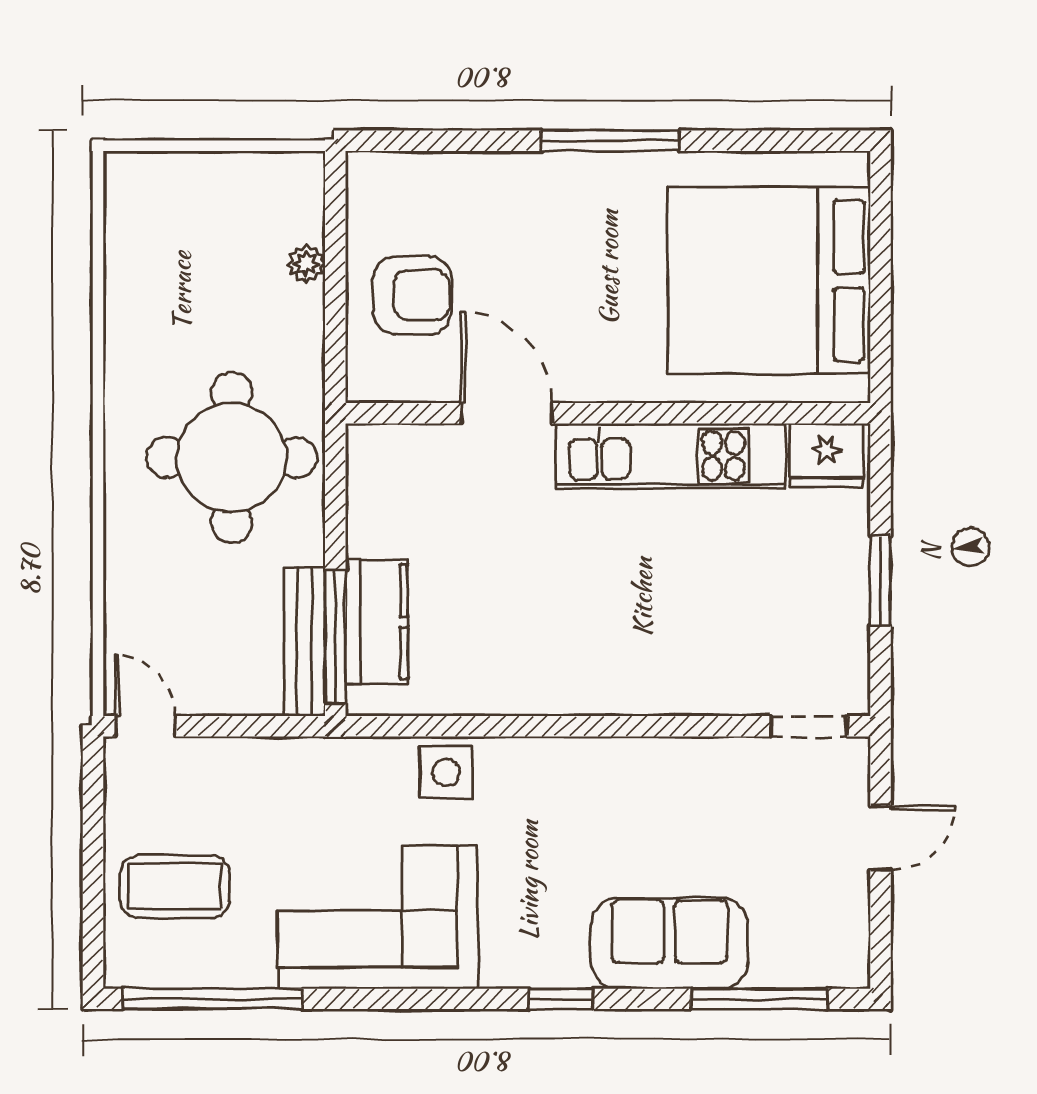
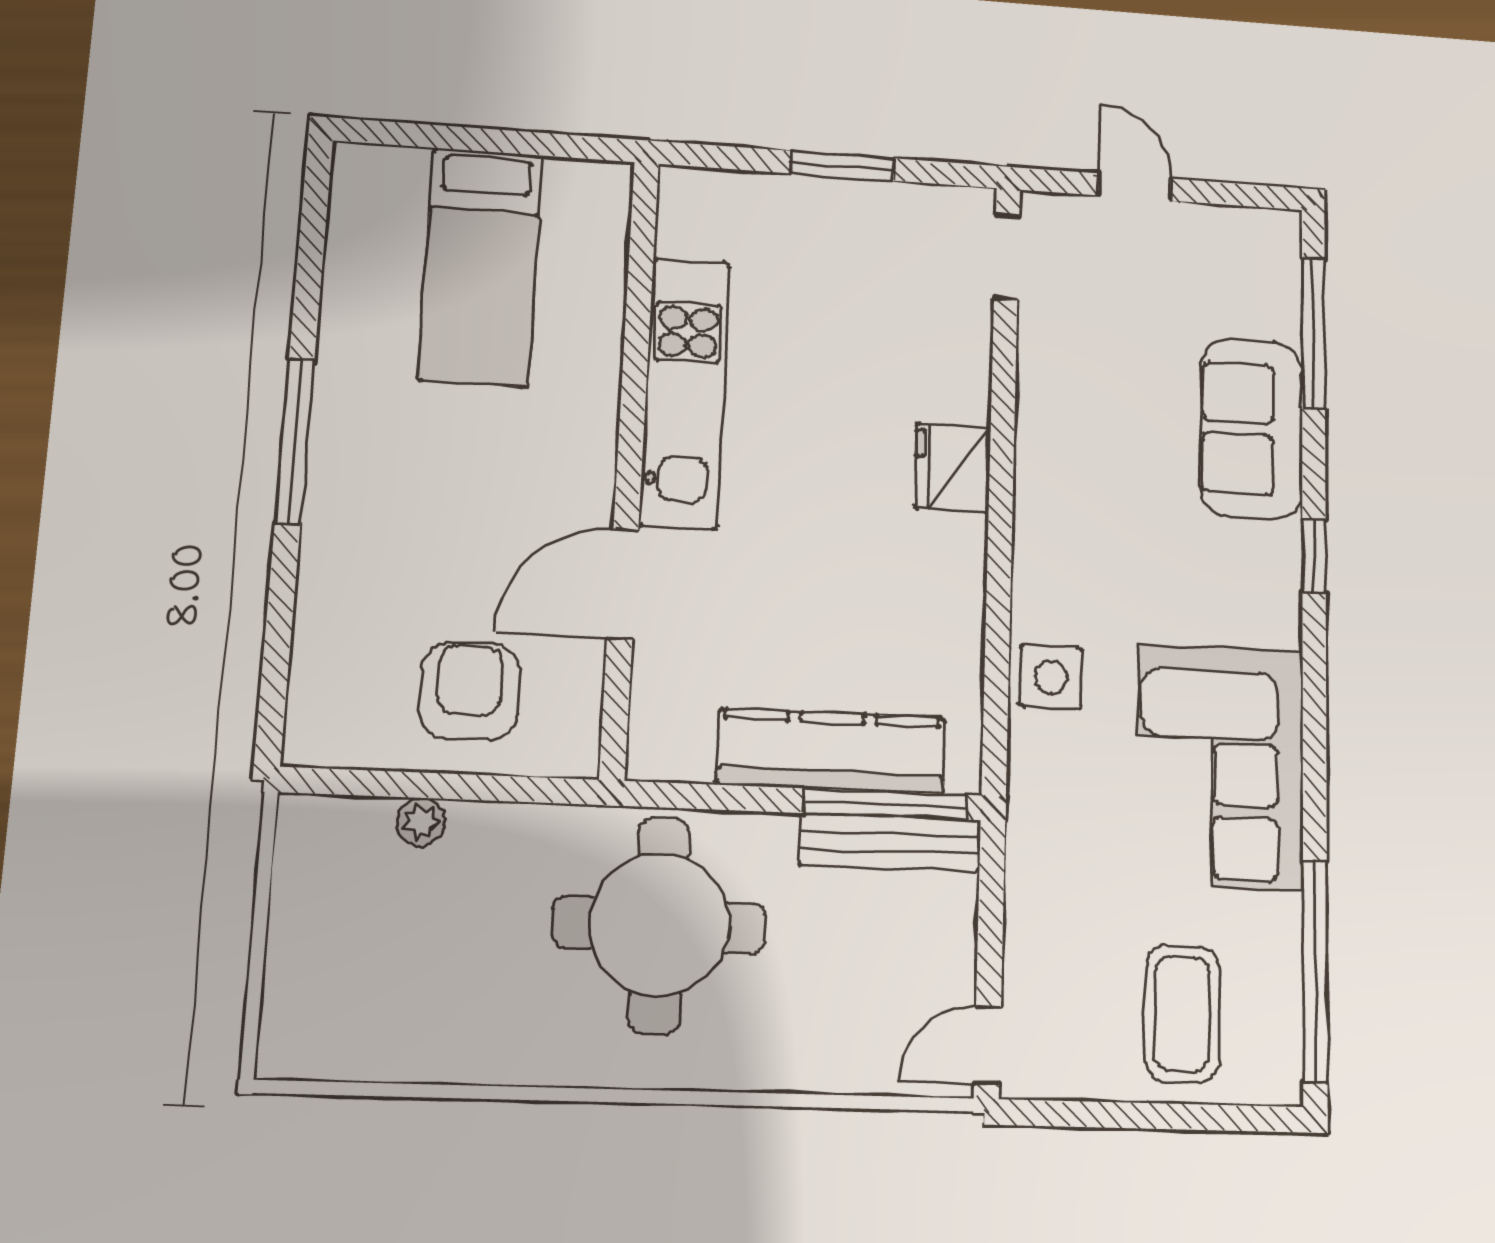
bed: (769, 280) -> (481, 267), width x0.49
fridge: (827, 455) -> (953, 467), moved, turned 180
kitchen counter: (376, 622) -> (831, 751), width x1.50

